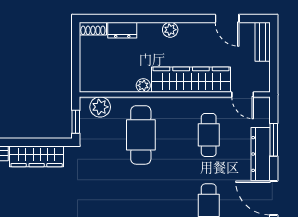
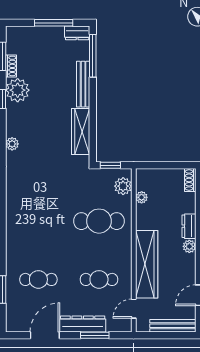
dresser: (122, 30) -> (189, 226), moved
bench: (263, 42) -> (173, 326), width x1.36
plant: (143, 85) -> (142, 197), moved

